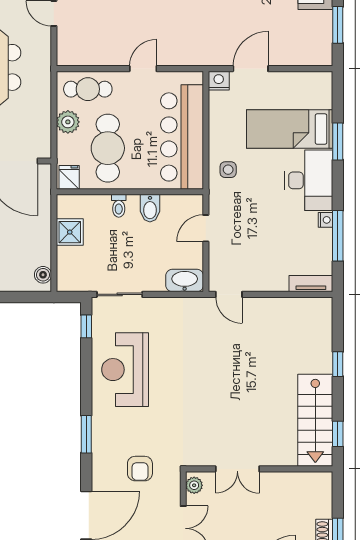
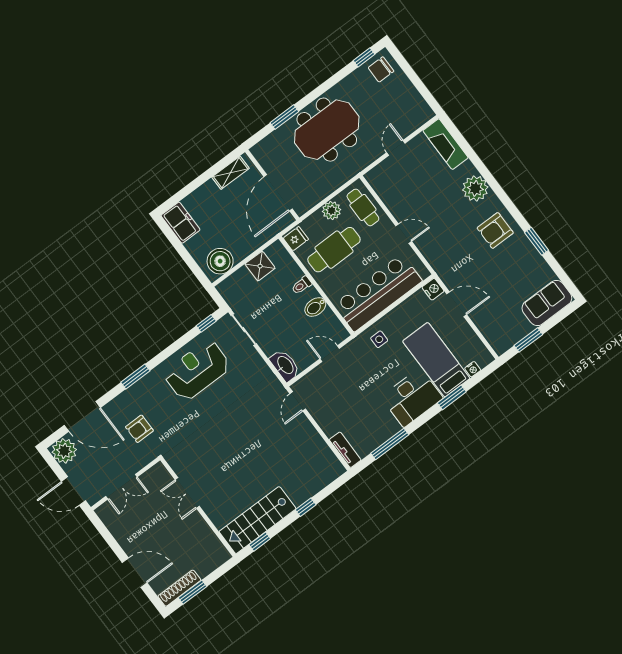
nightstand: (326, 220) -> (473, 369), moved
boiler: (43, 275) -> (220, 261), width x1.86, depth x1.86
plant: (194, 485) -> (155, 473), removed

